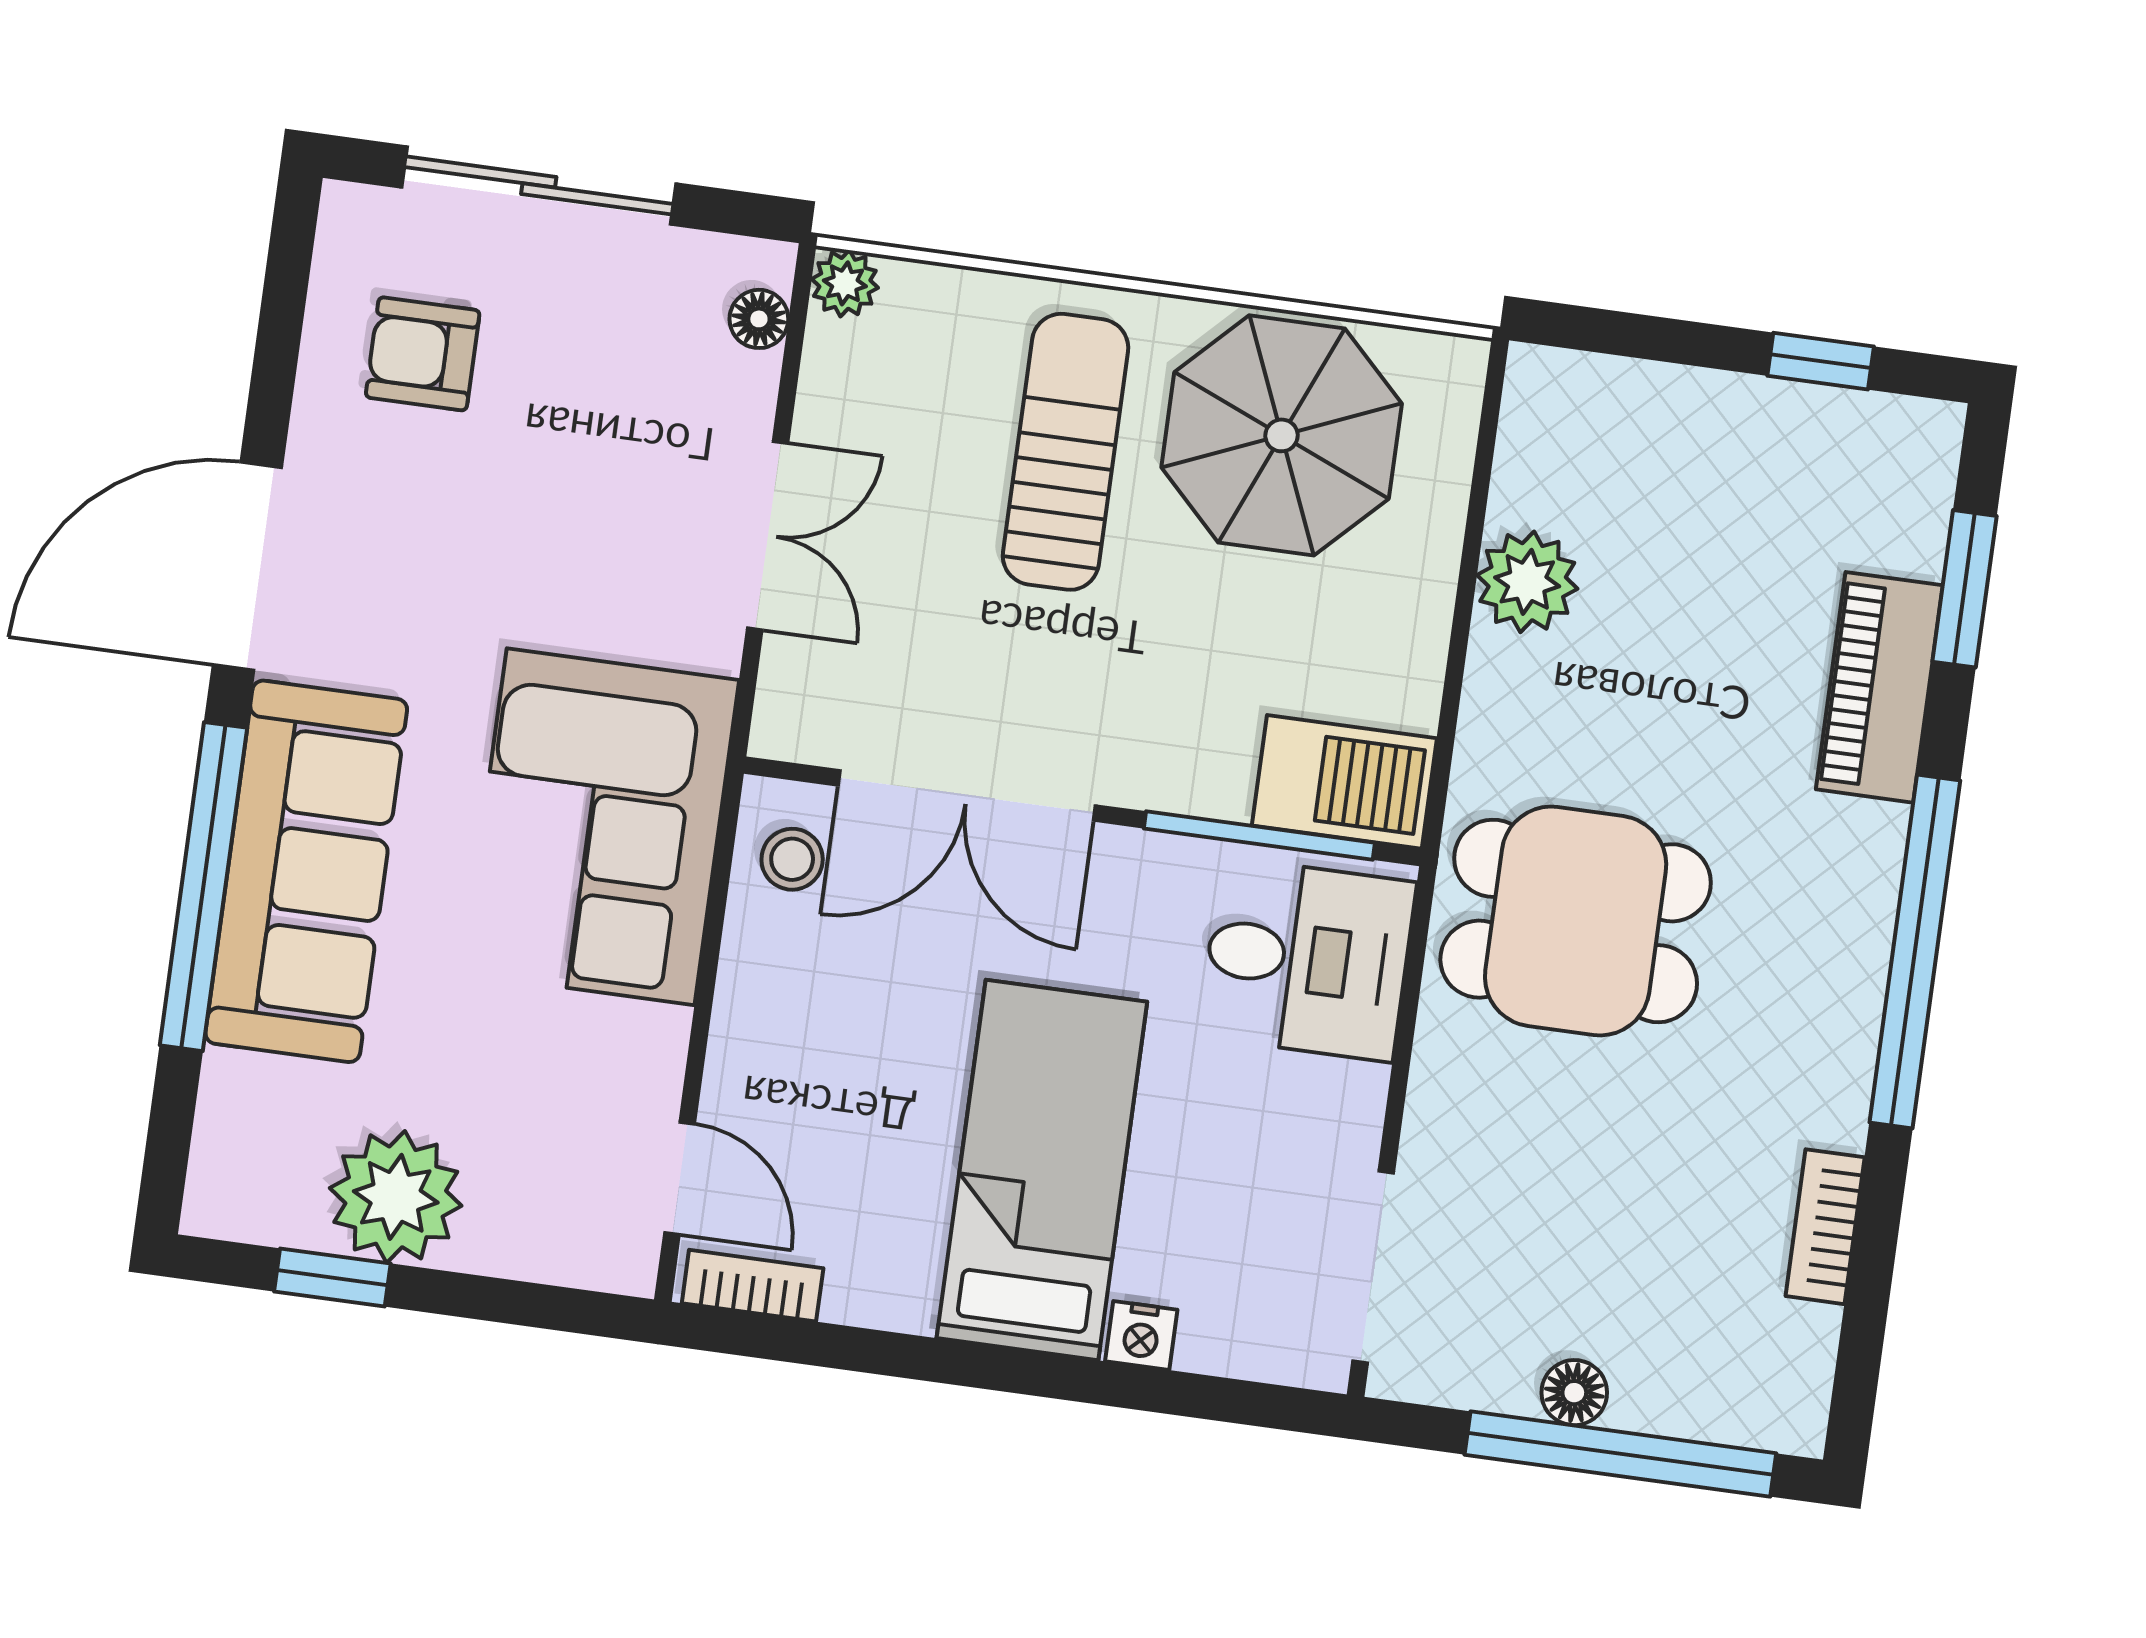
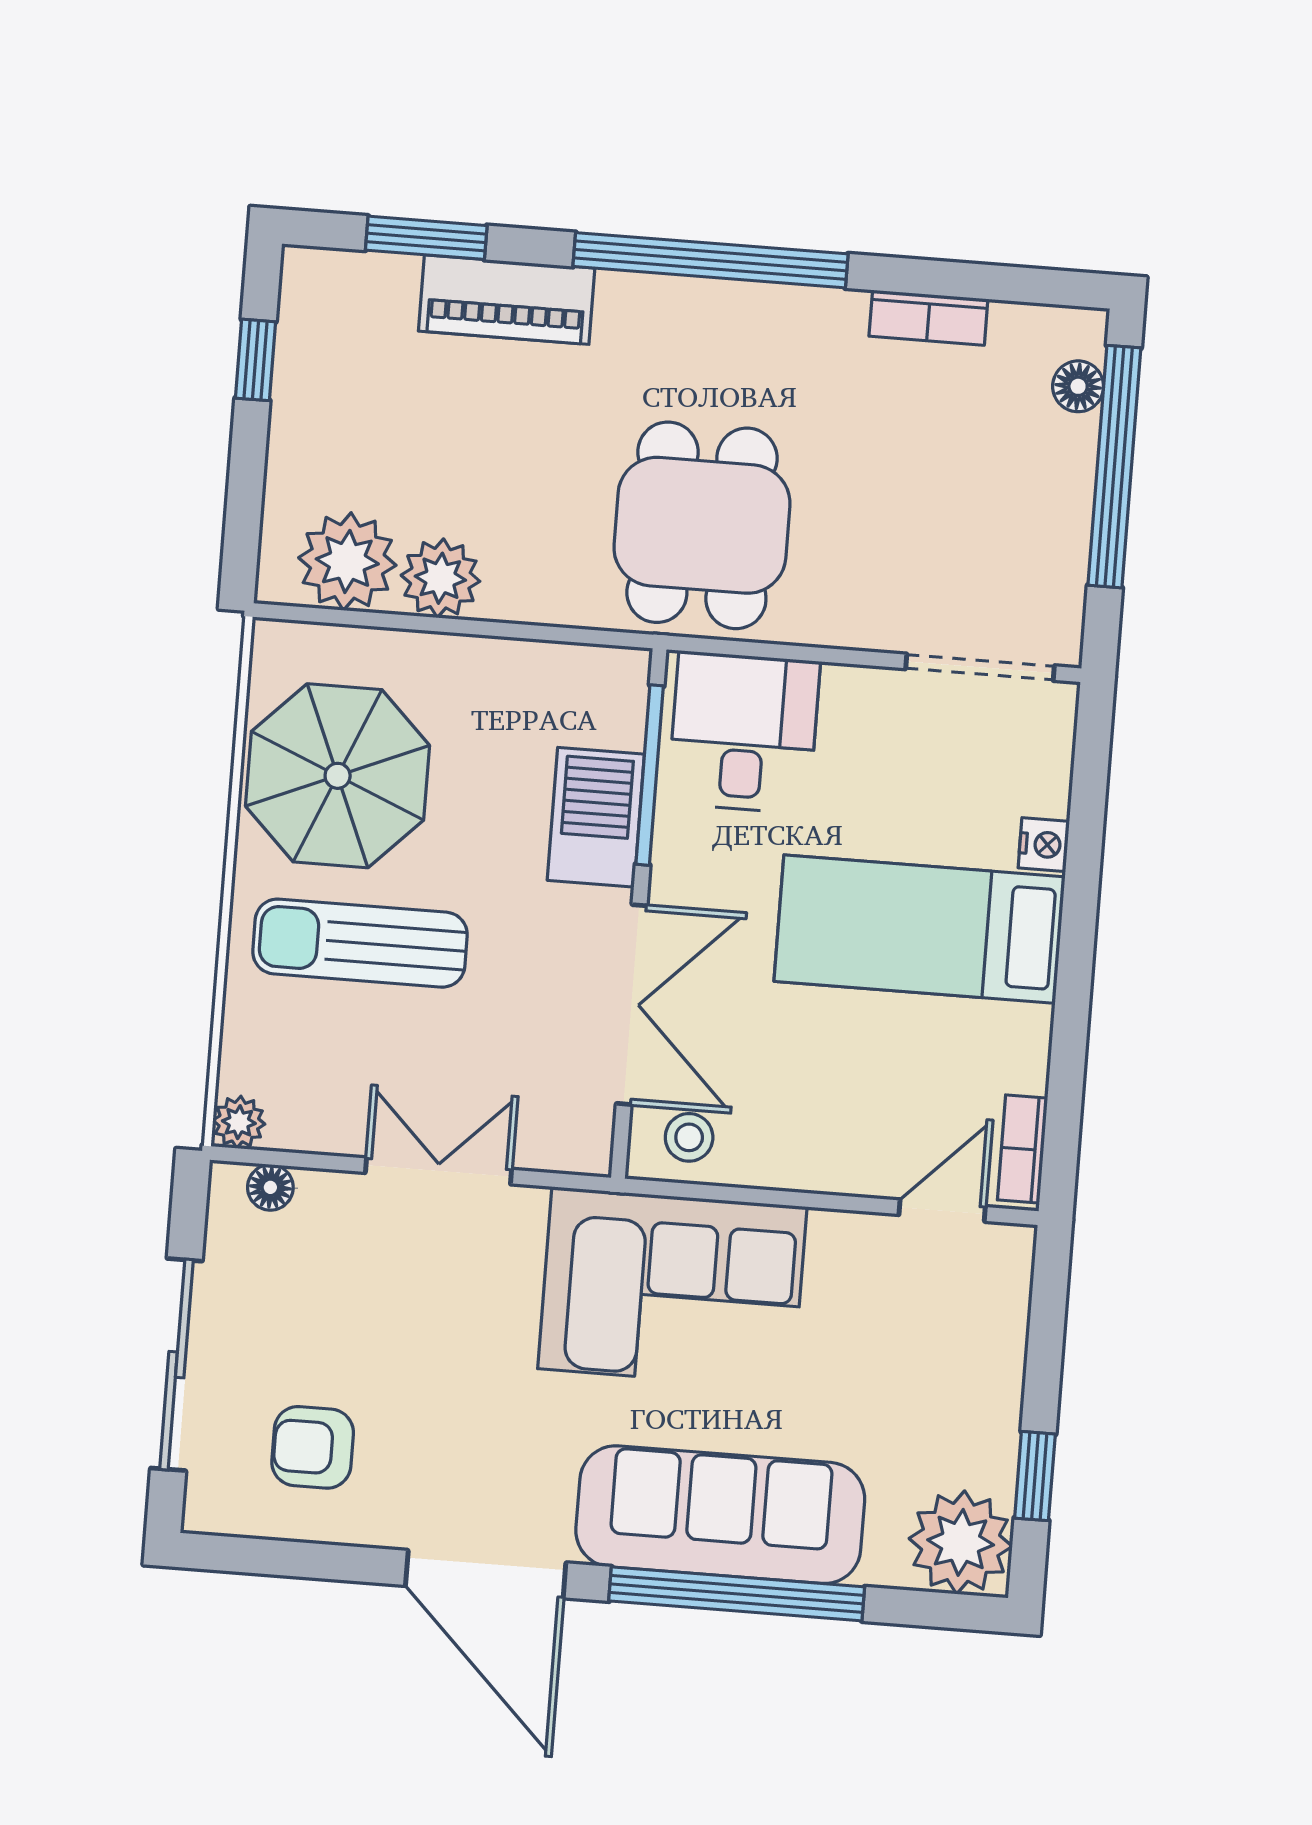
armchair: (423, 354) -> (313, 1447), turned 90
plant: (1556, 464) -> (347, 561), added
barbecue: (1344, 782) -> (596, 817), moved
plant: (396, 1197) -> (961, 1542), moved
floor lamp: (1574, 1393) -> (1078, 386), moved

